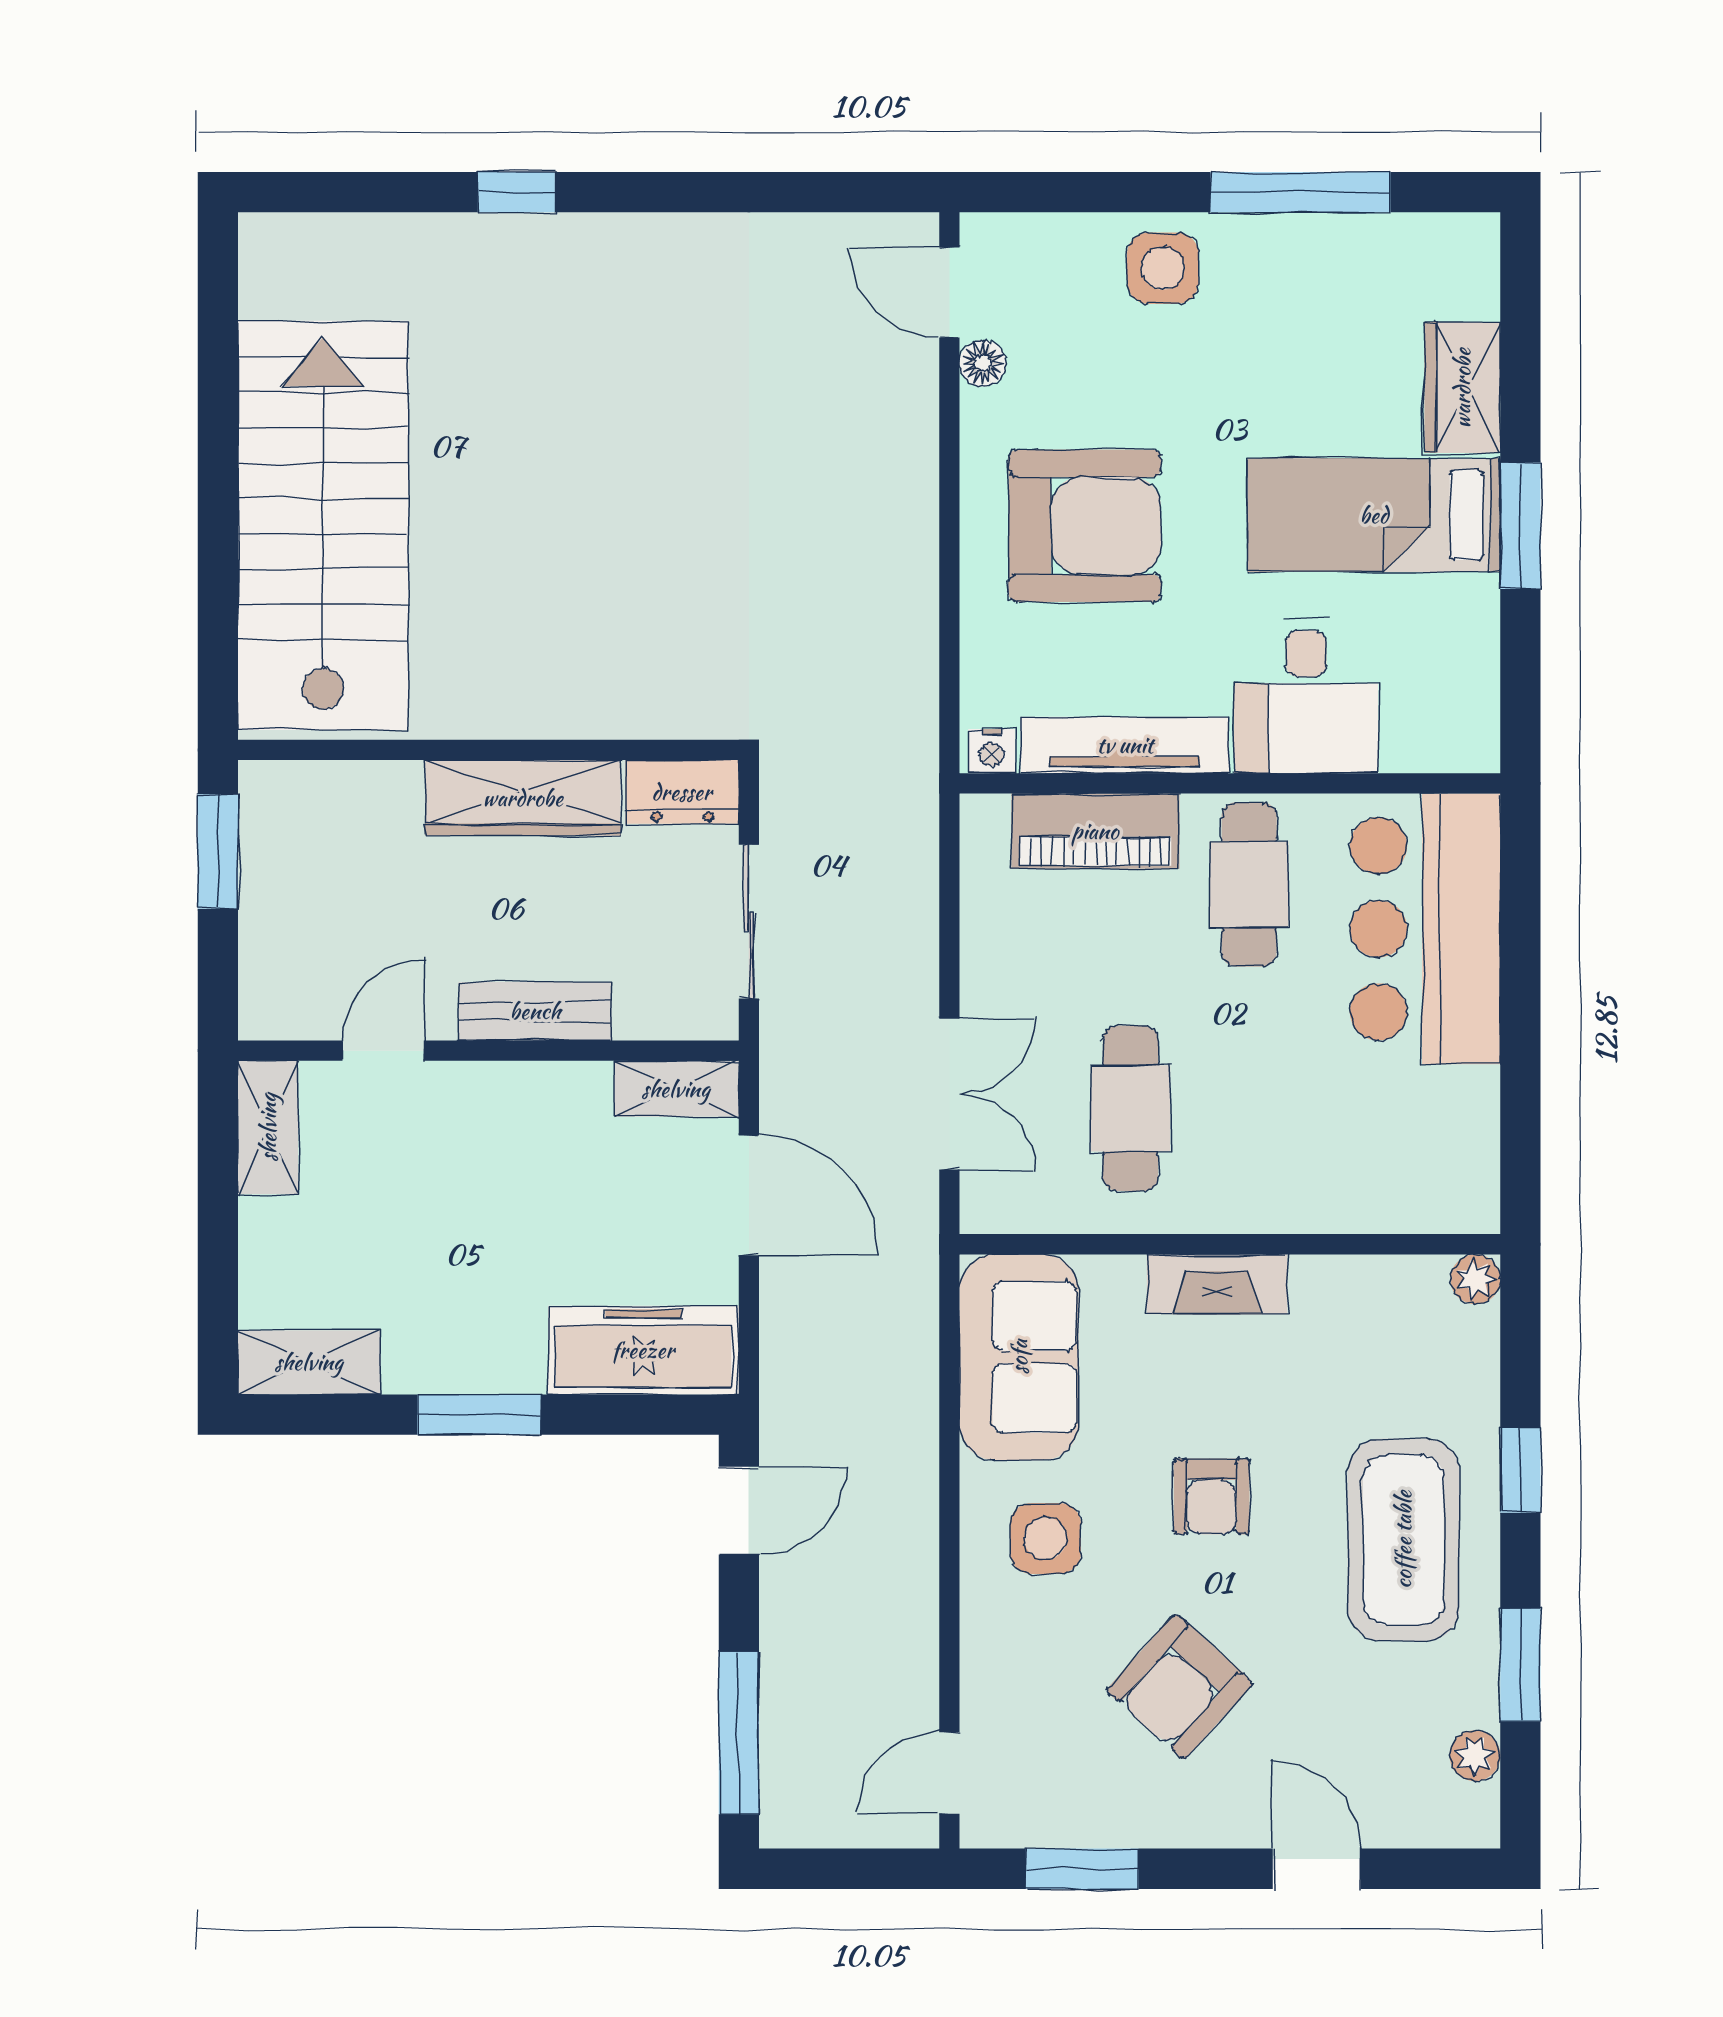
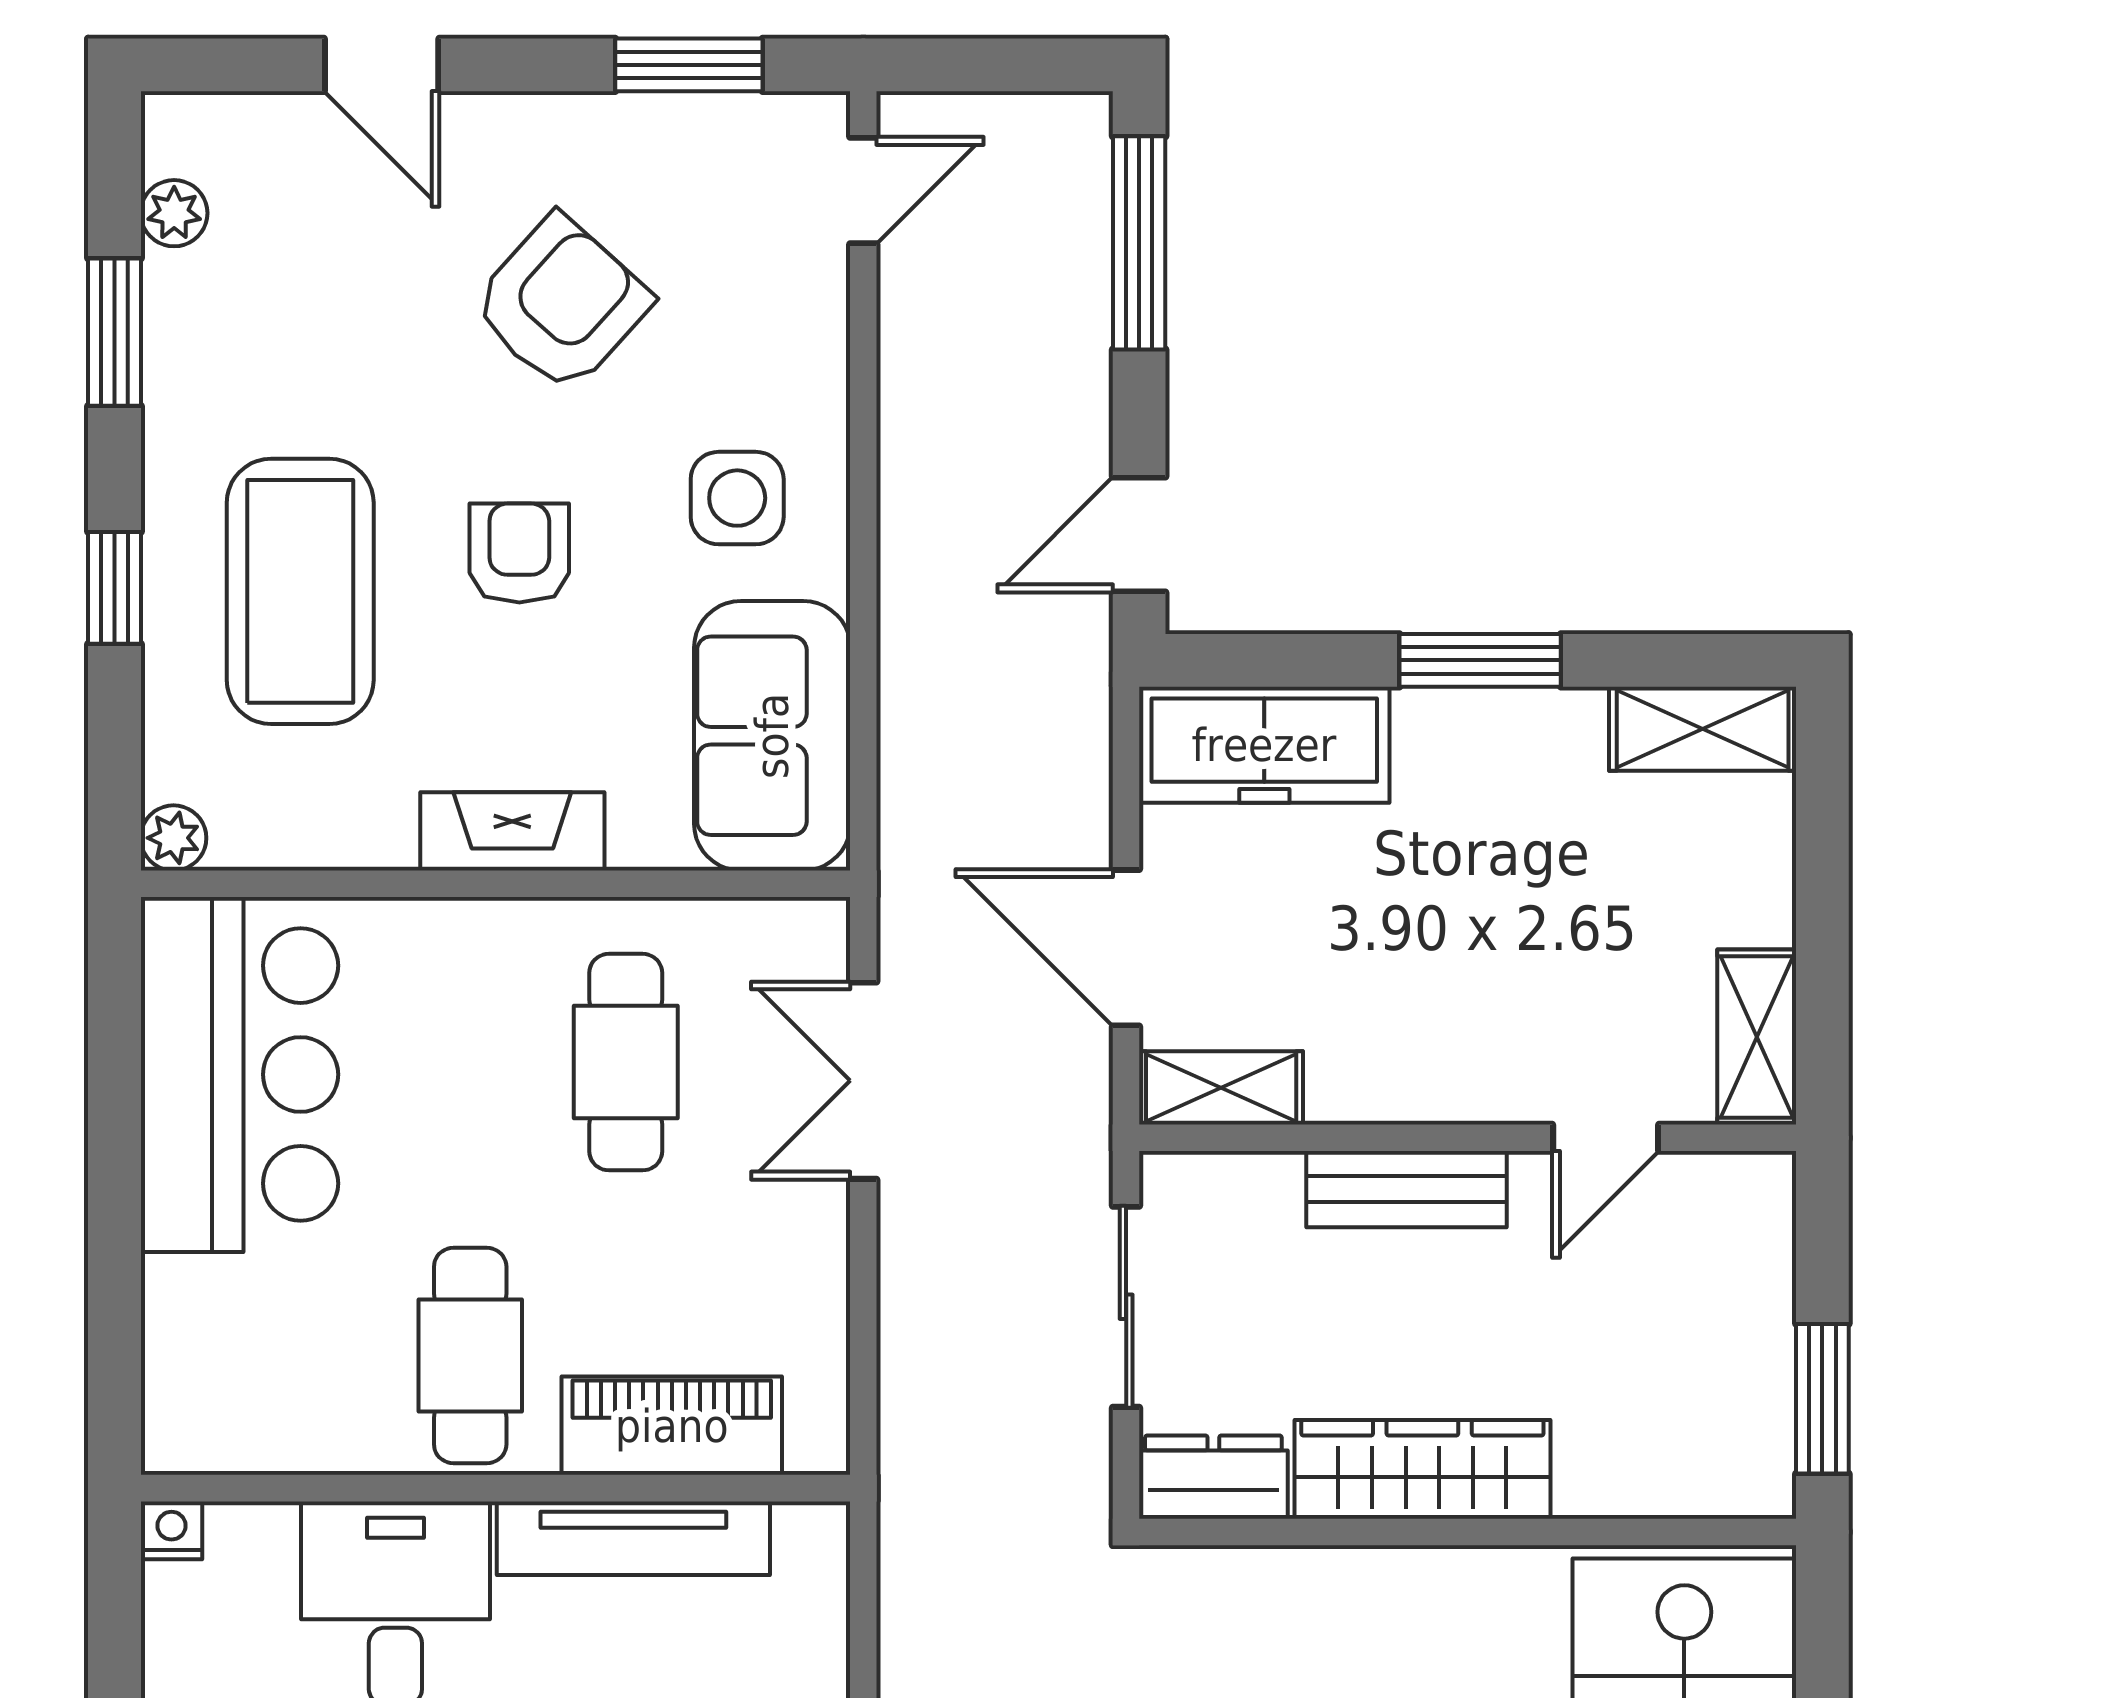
nightstand: (992, 751) -> (172, 1530), moved
bar counter: (1425, 929) -> (239, 1074), moved
coffee table: (1403, 1540) -> (300, 591), moved

